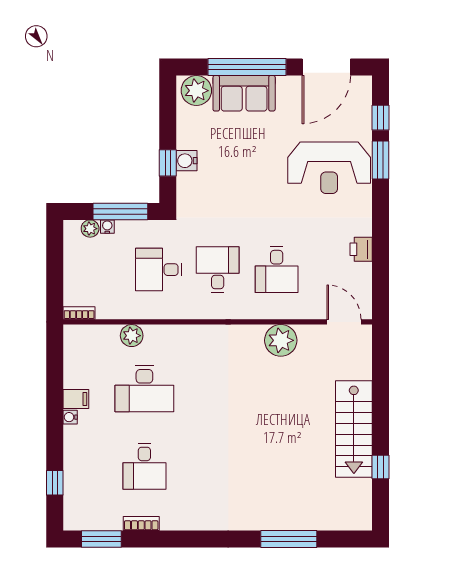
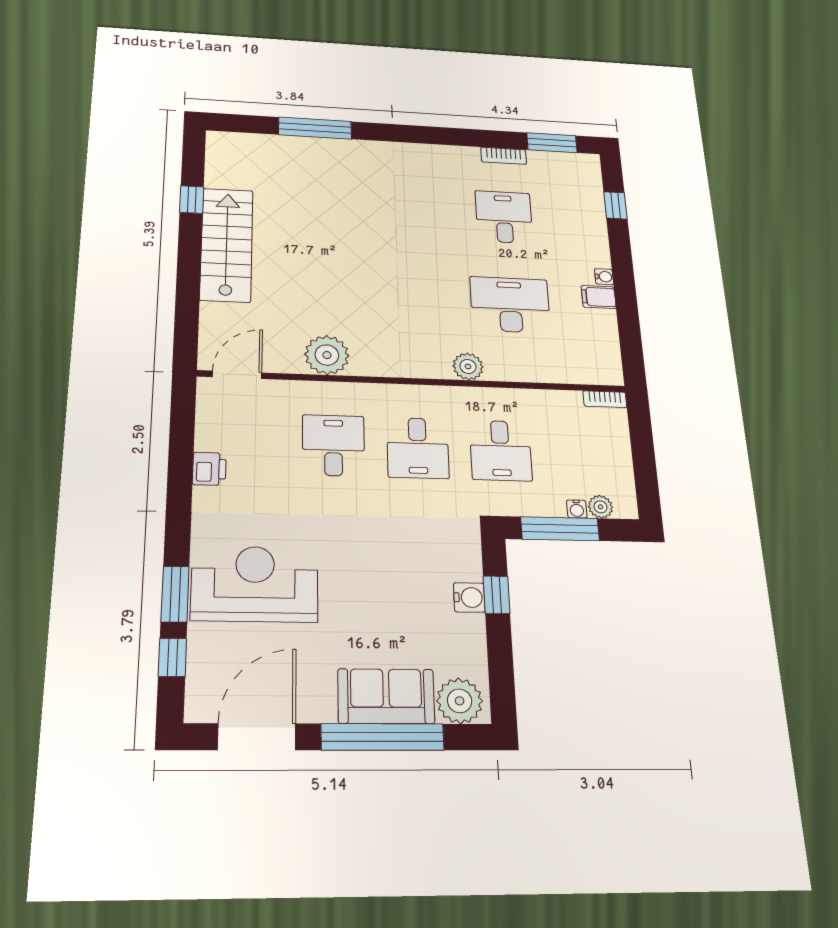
desk: (159, 270) -> (501, 450), turned 90
door: (344, 322) -> (237, 375), swing flipped
plant: (132, 336) -> (468, 366), moved

